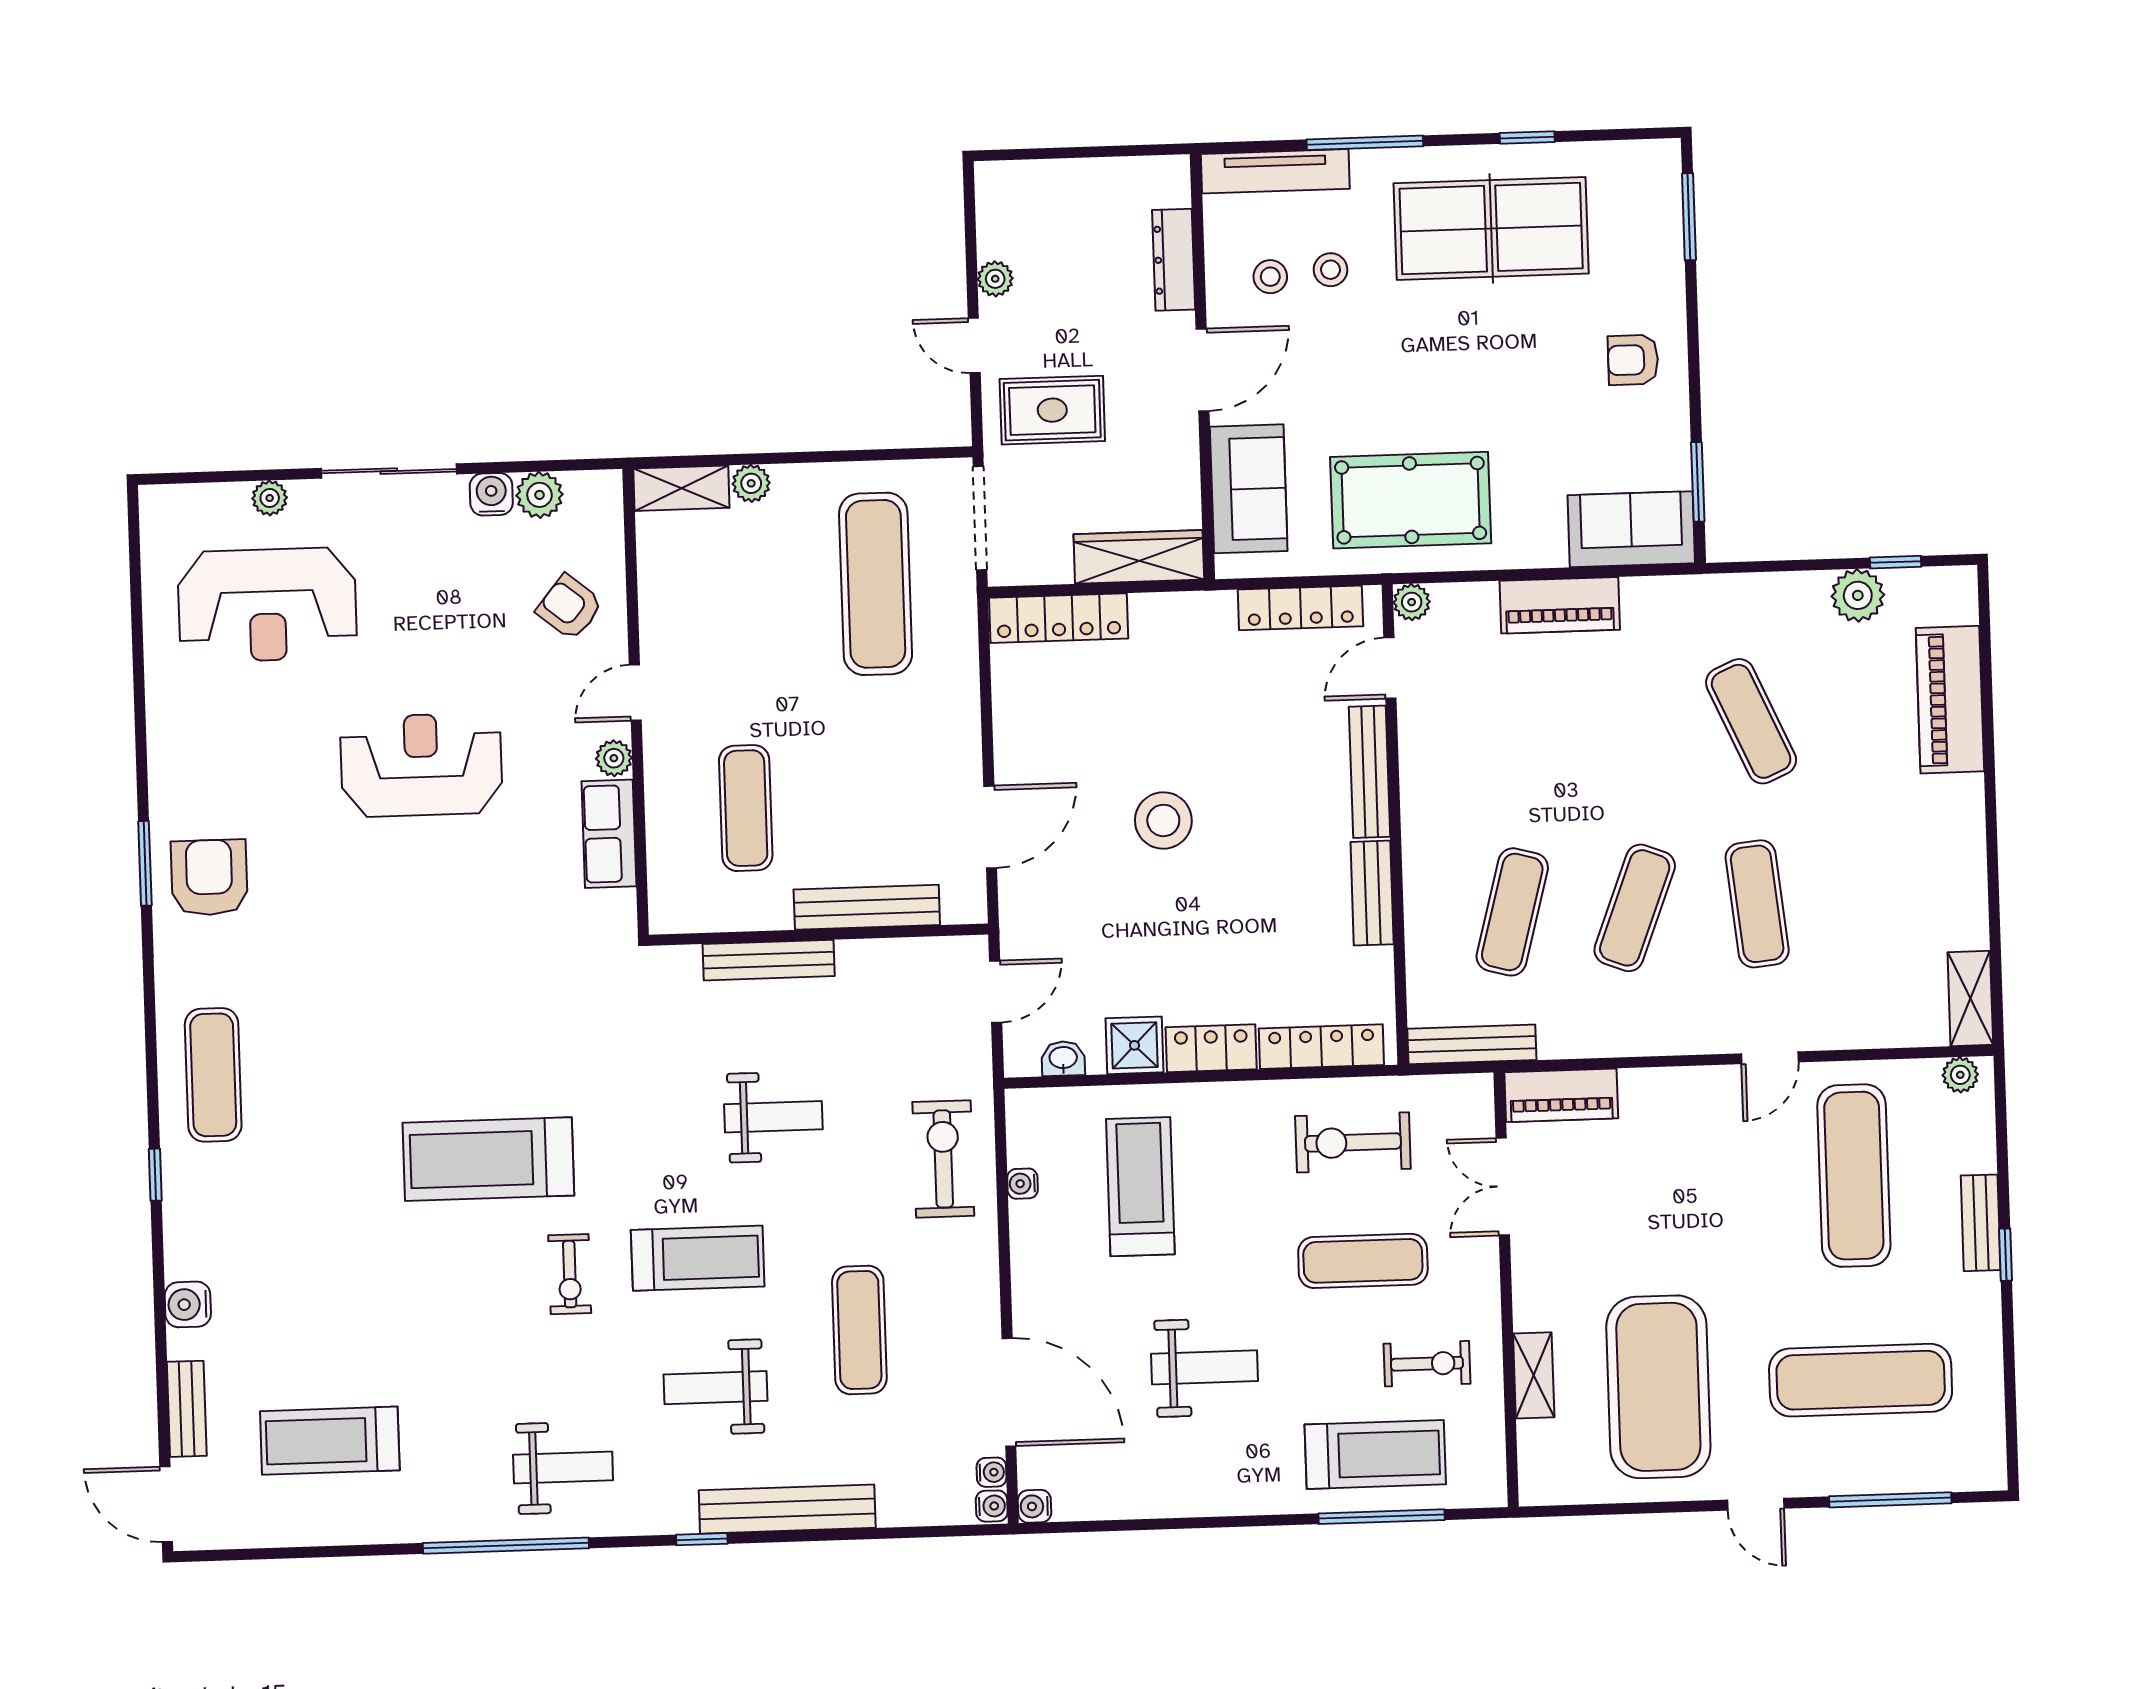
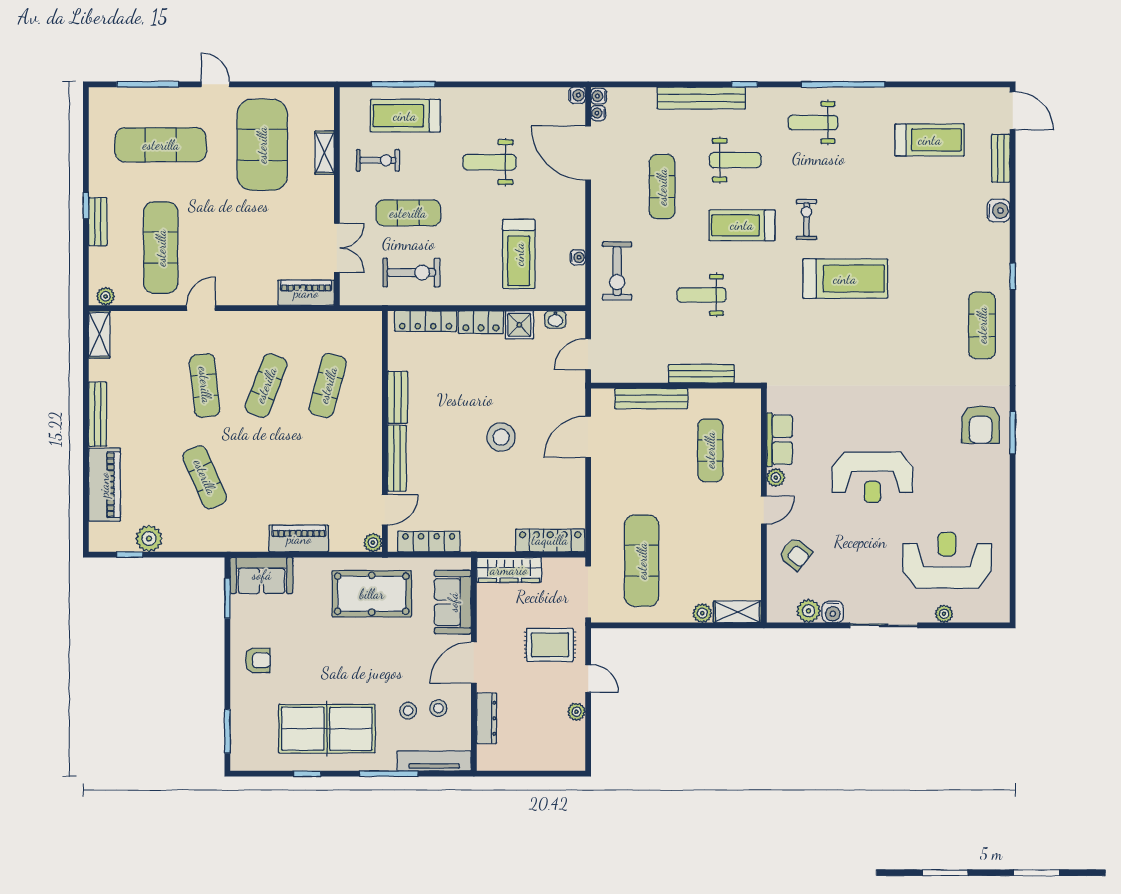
bench: (1472, 1044) -> (98, 414), moved, turned 90
exercise bike: (1427, 1364) -> (378, 160), turned 180

